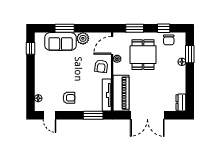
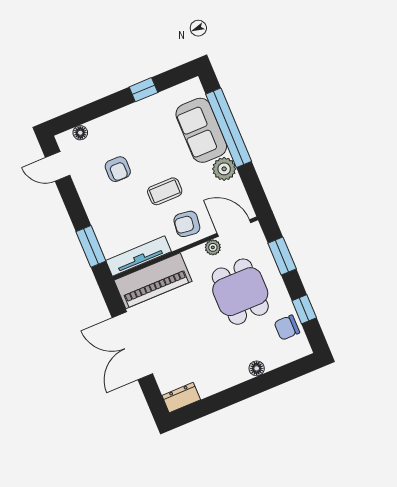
window: (65, 28) -> (229, 128), width x2.11
window: (30, 48) -> (143, 90), moved
window: (190, 54) -> (277, 377), removed
dining table: (143, 55) -> (240, 292), turned 90
coffee table: (82, 70) -> (165, 191), added
armchair: (69, 98) -> (118, 169), moved
door: (49, 115) -> (58, 166), hinge flipped

